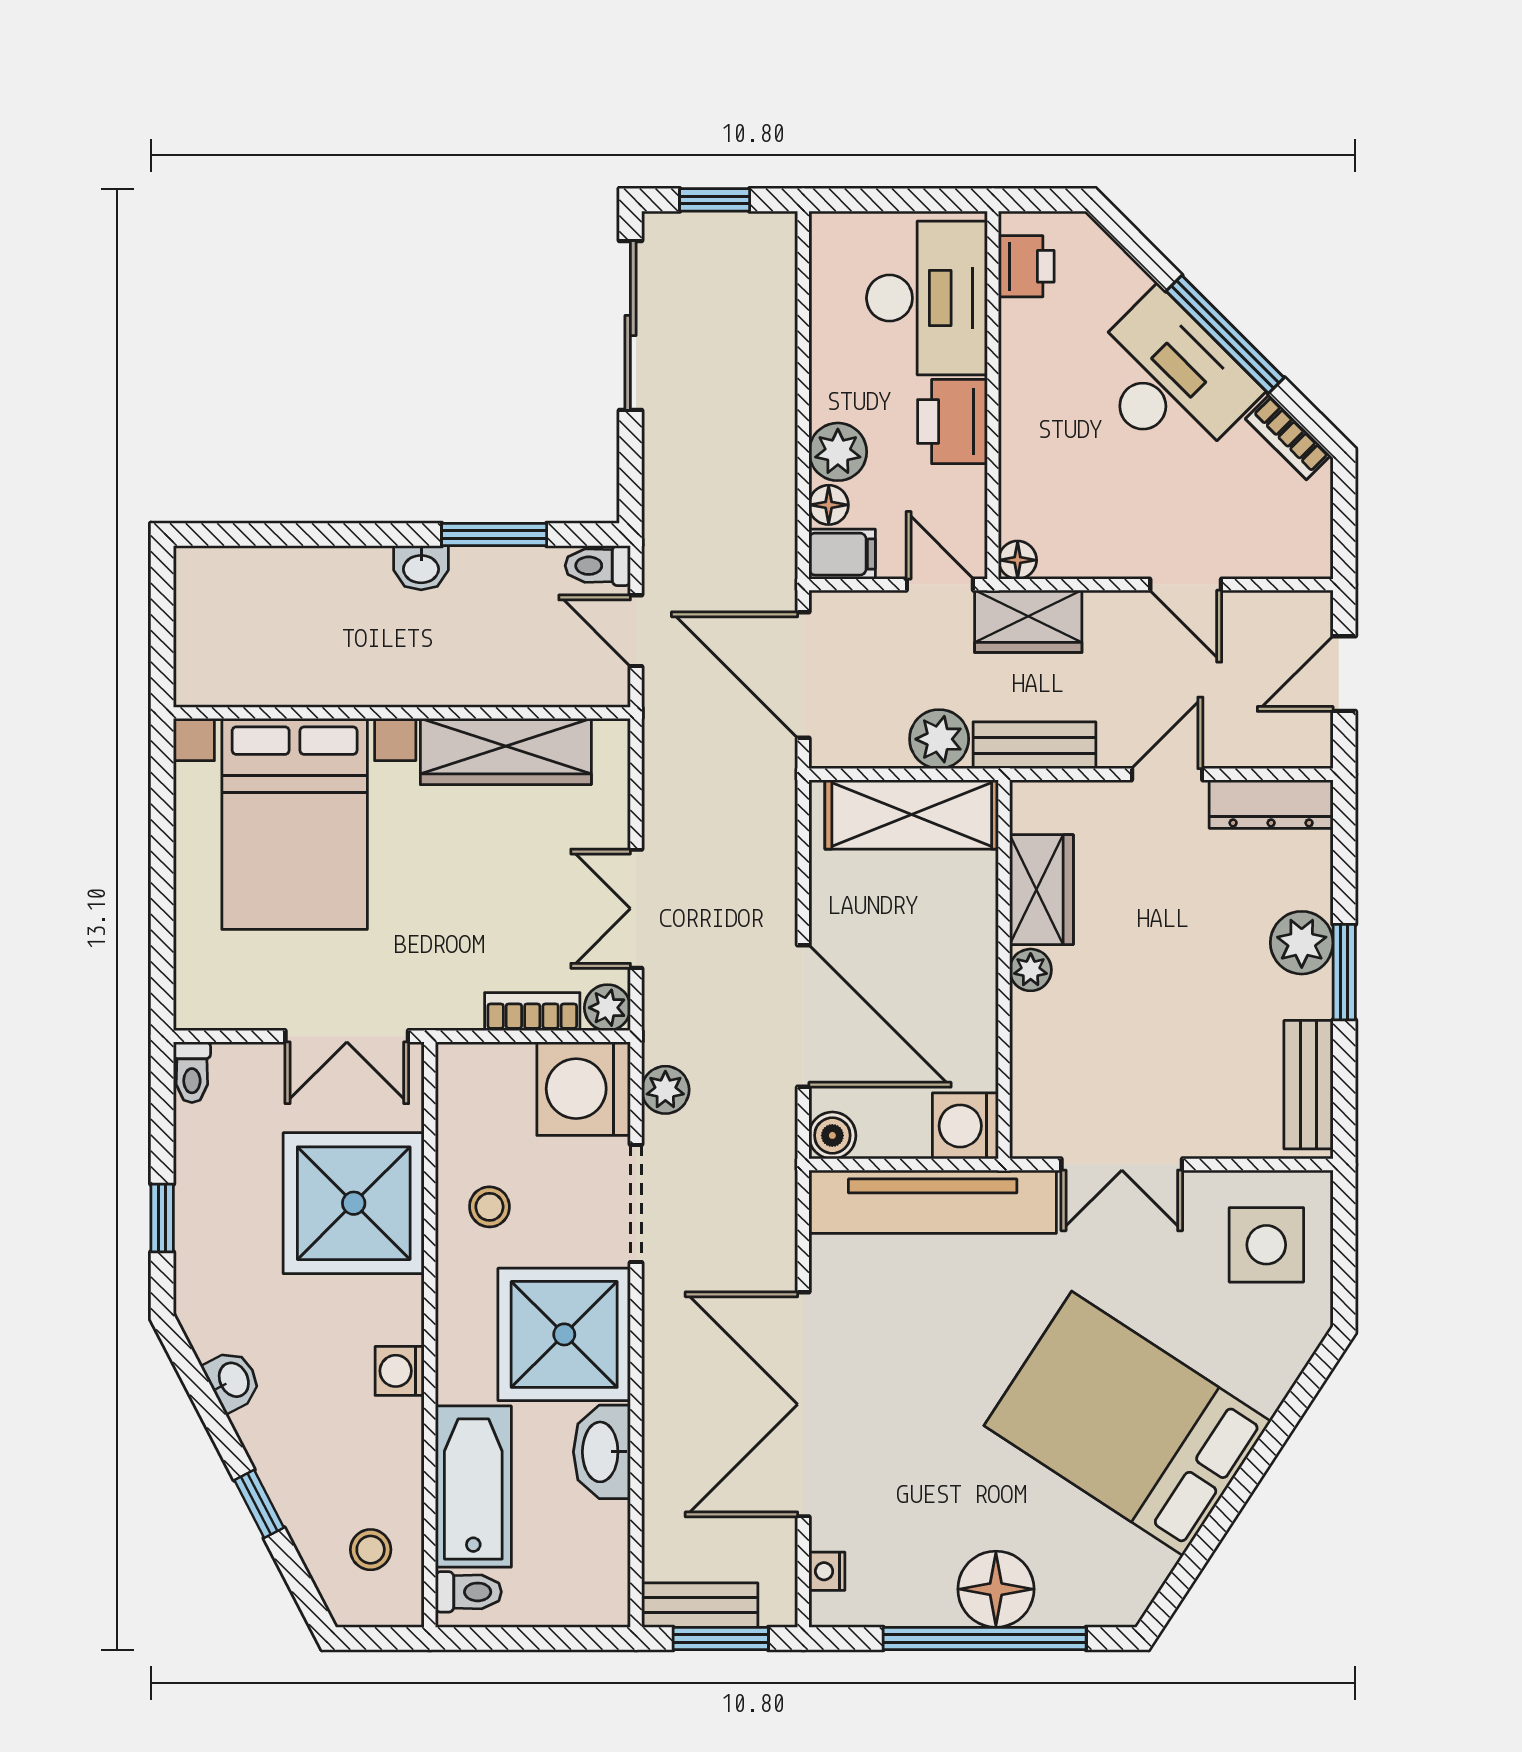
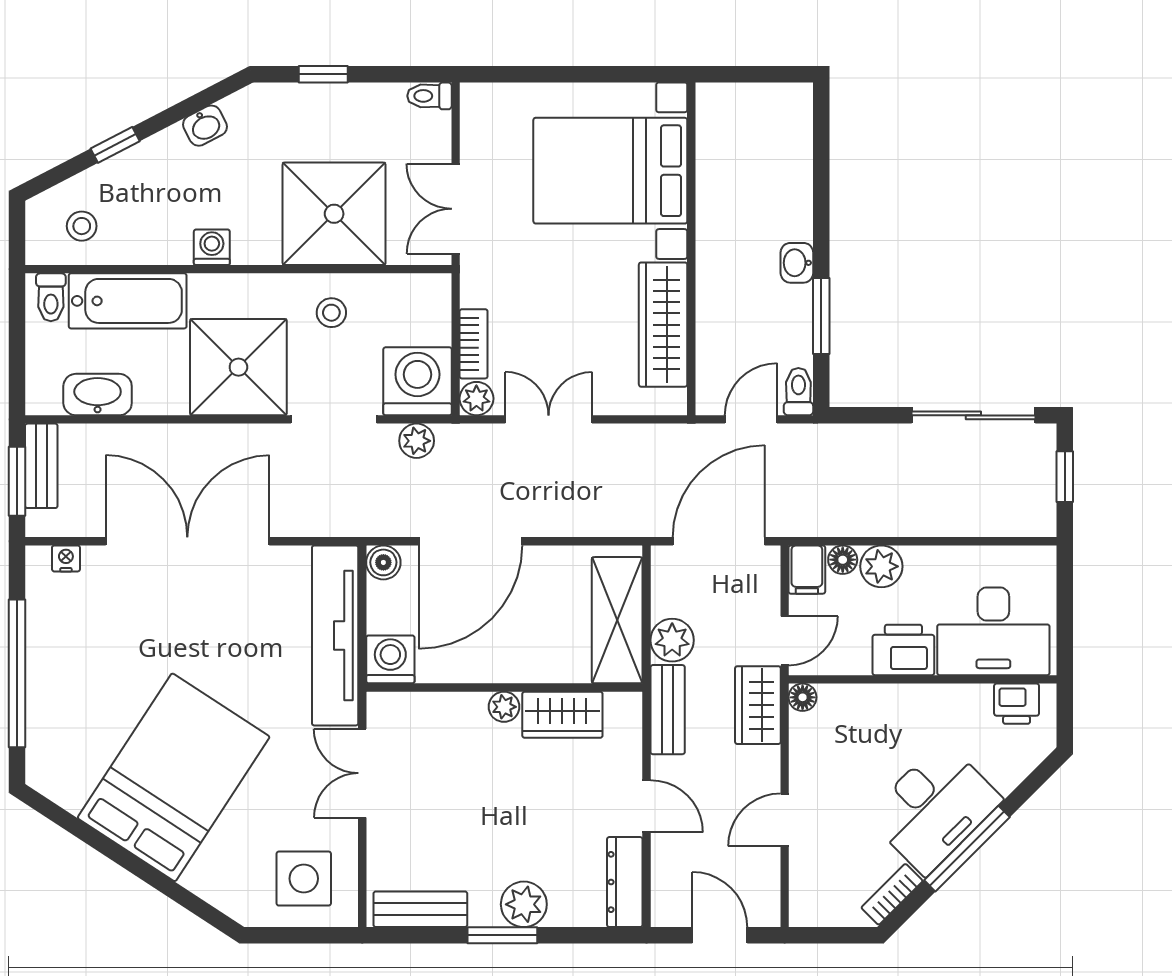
washbasin: (602, 1452) -> (98, 395), moved
floor lamp: (996, 1589) -> (53, 682), removed

